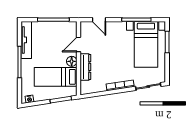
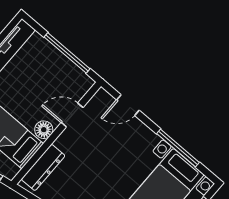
door: (99, 20) -> (128, 105), hinge flipped
dresser: (85, 67) -> (43, 167), moved

